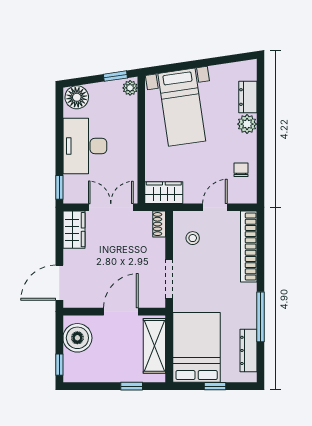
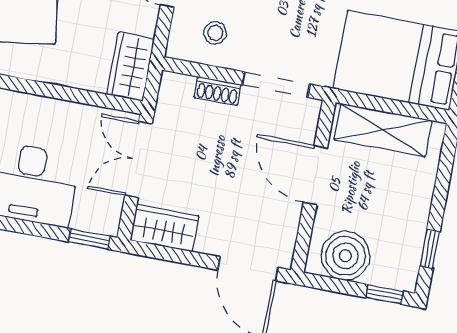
shoe rack: (159, 224) -> (218, 91), moved
window: (132, 386) -> (430, 249), moved

